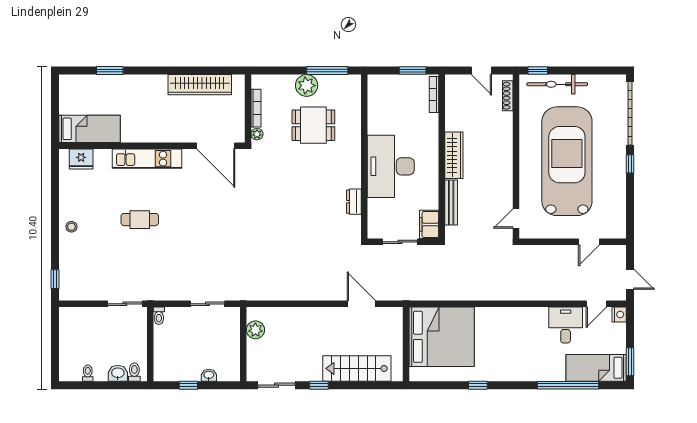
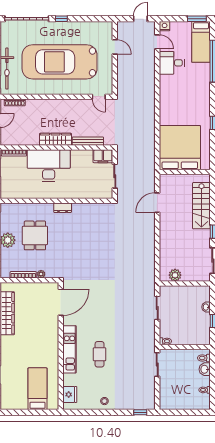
wall: (152, 146) -> (61, 346), moved
door: (216, 146) -> (61, 302), moved
fridge: (81, 159) -> (70, 394), moved
kitchen unit: (147, 159) -> (69, 349), moved
desk: (391, 166) -> (49, 166), moved, turned 180
dresser: (354, 202) -> (63, 208), moved

